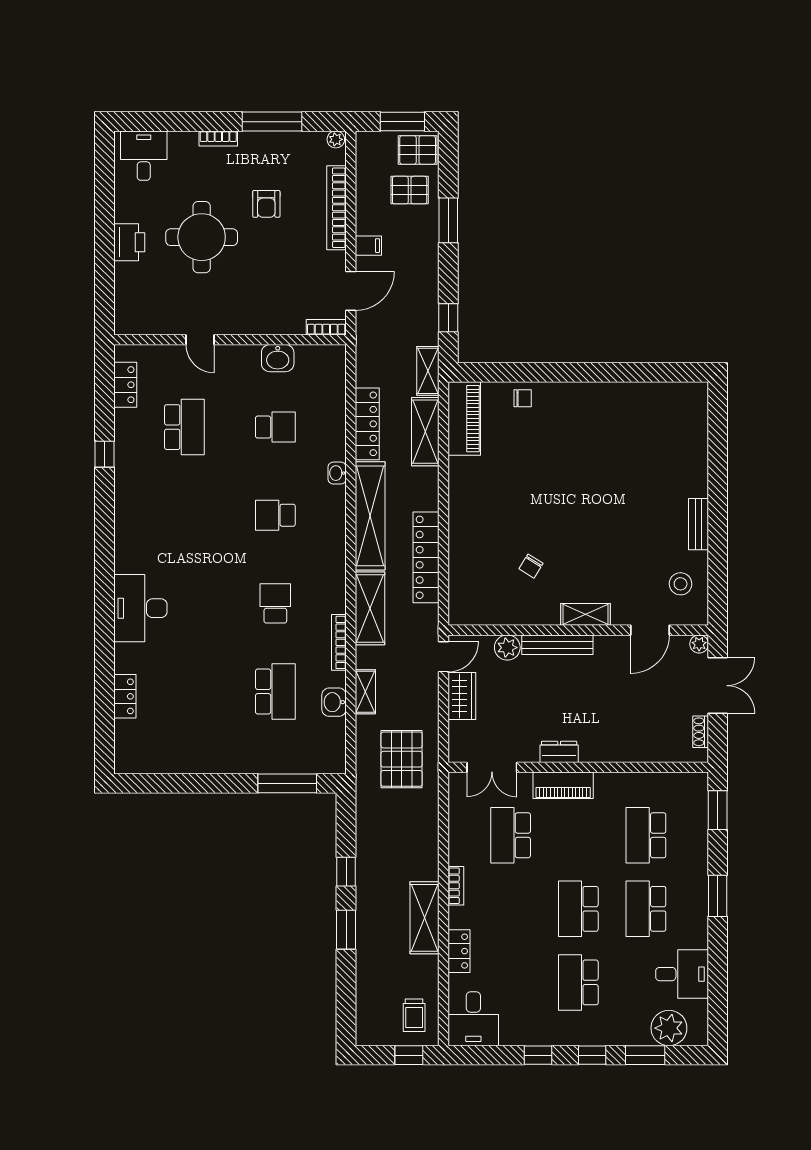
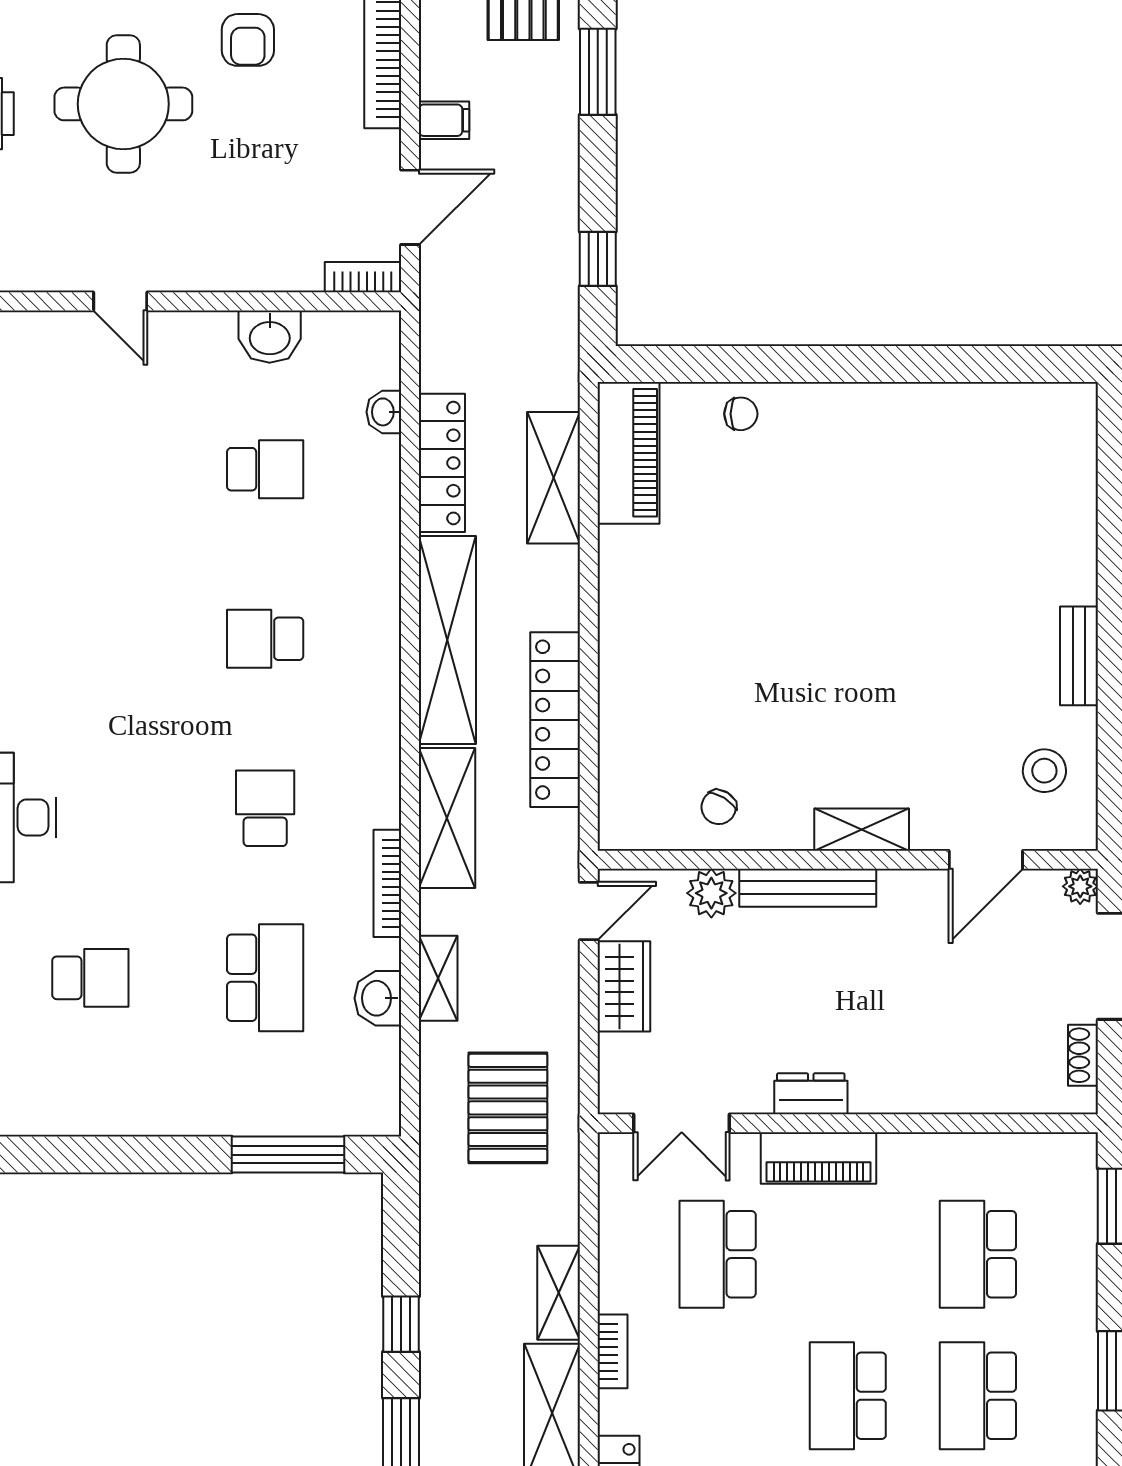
shelving: (428, 371) -> (559, 1293), moved
school desk: (184, 427) -> (90, 978), moved, width x0.54
washbasin: (337, 473) -> (384, 412), moved
chair: (531, 566) -> (719, 807), moved

